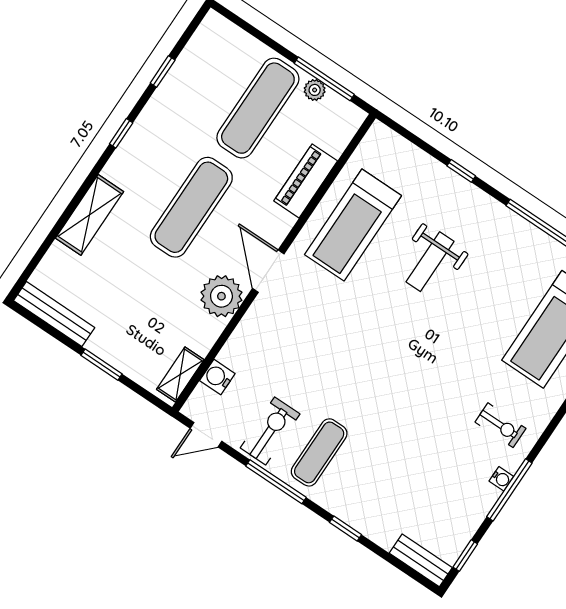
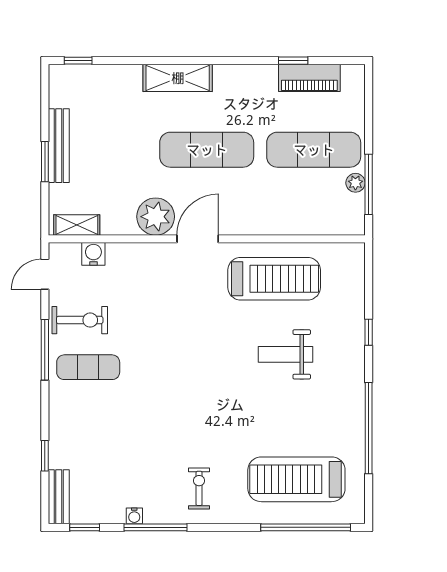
window: (121, 133) -> (78, 61), moved
piano: (306, 181) -> (309, 78), moved, turned 180
shelving: (90, 215) -> (178, 78), moved
treadmill: (353, 225) -> (274, 279), turned 180
bench: (54, 314) -> (59, 146), moved
exercise bike: (500, 425) -> (199, 488), turned 180
door: (206, 435) -> (45, 274), hinge flipped
water cooler: (501, 479) -> (134, 516), moved
window: (346, 529) -> (45, 456), moved

